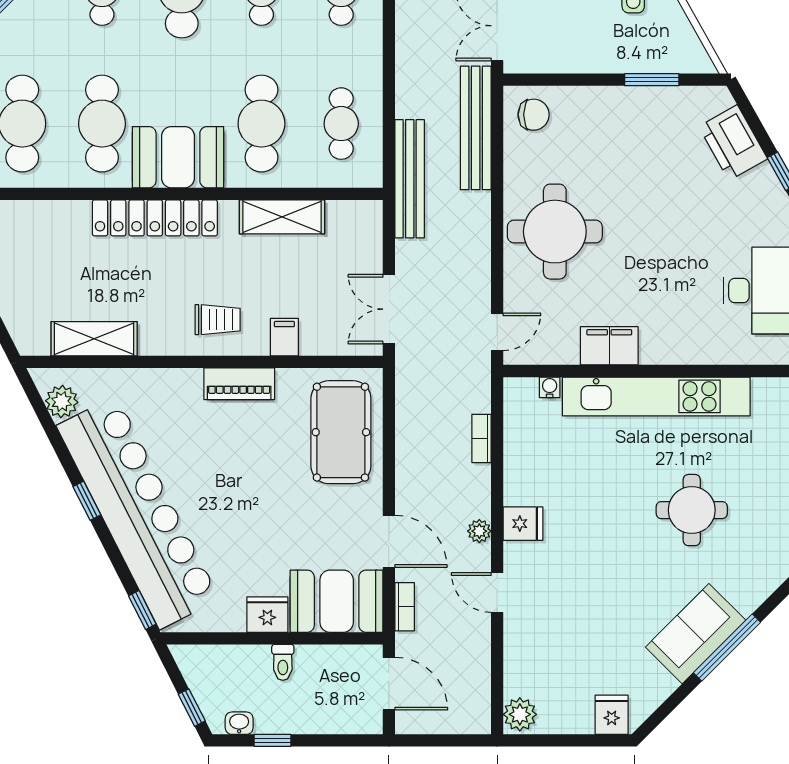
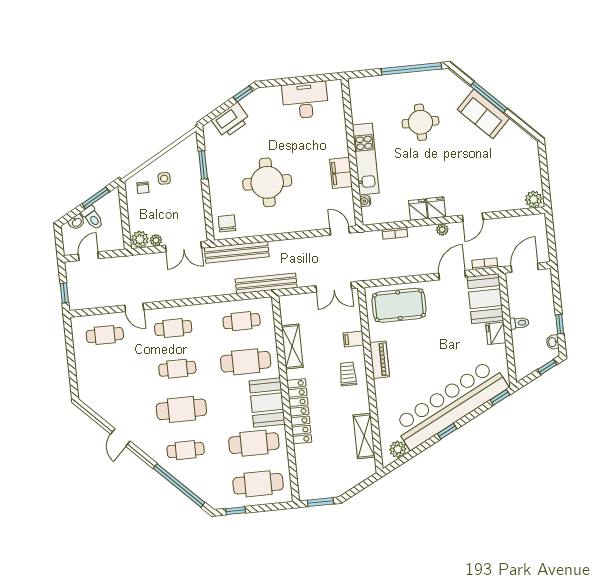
round table: (555, 232) -> (267, 182), moved
kitchen unit: (656, 396) -> (366, 159), width x0.73
fridge: (612, 715) -> (418, 210), moved, turned 90

